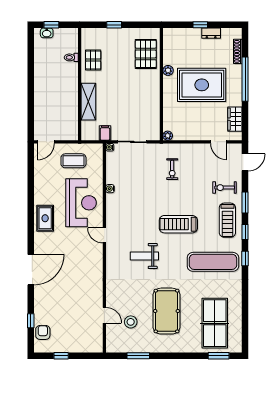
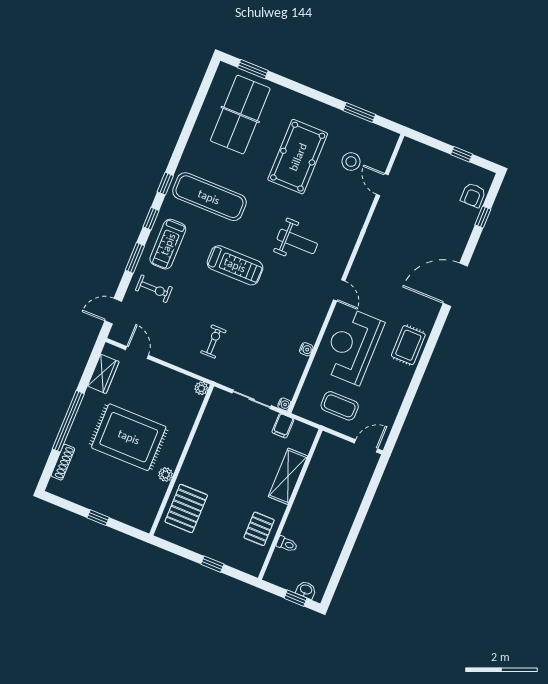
dresser: (211, 33) -> (88, 501), removed
treadmill: (227, 220) -> (168, 244), turned 180

